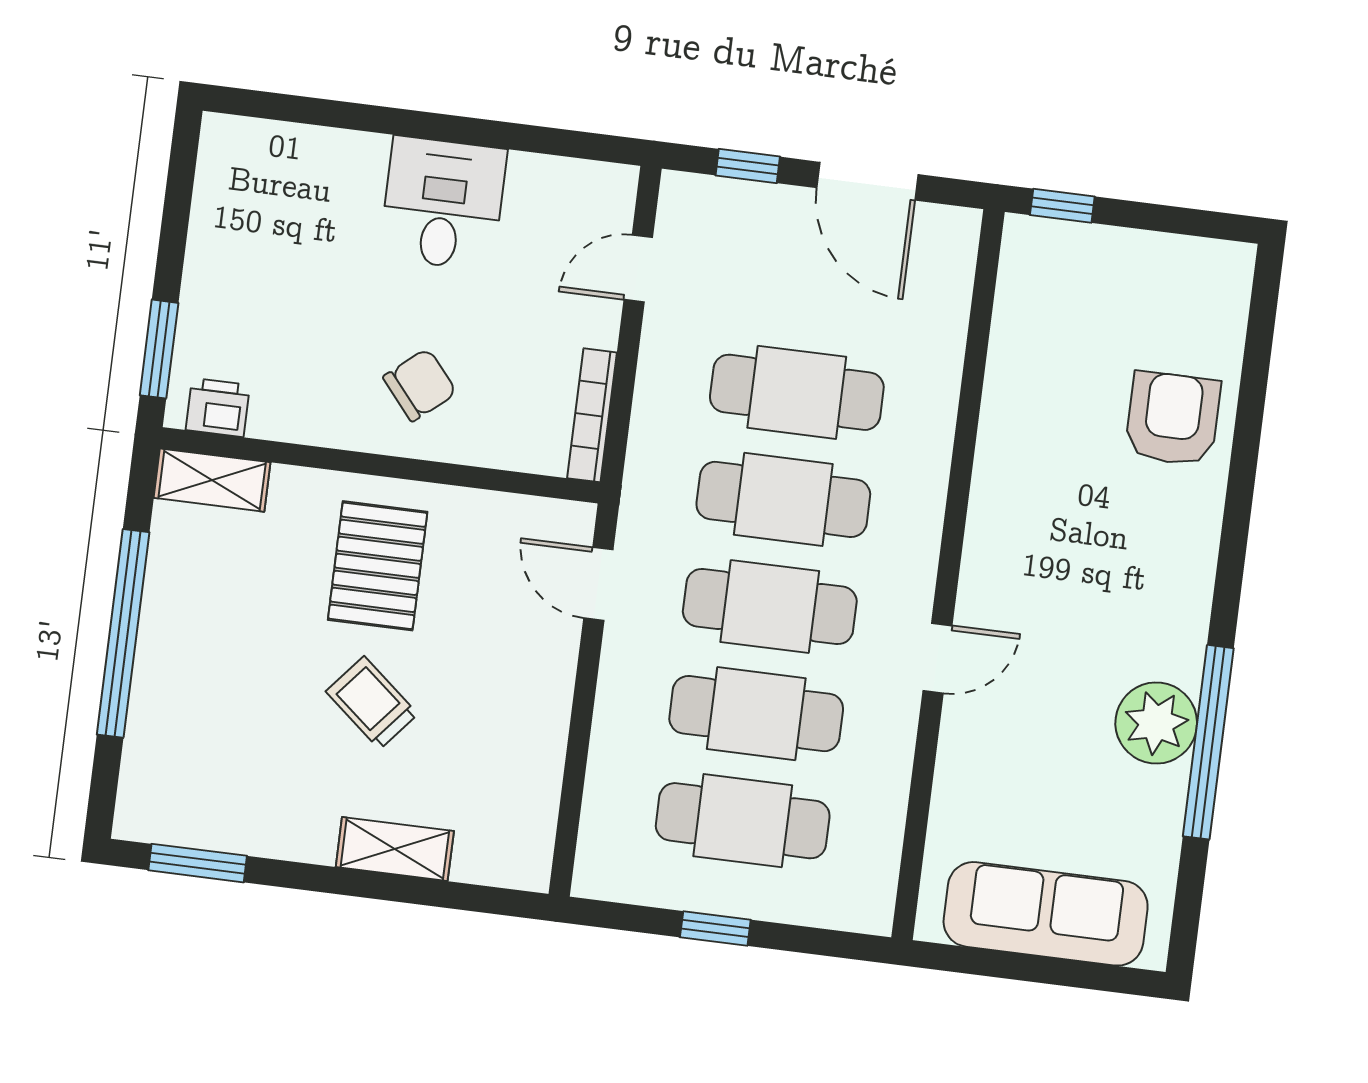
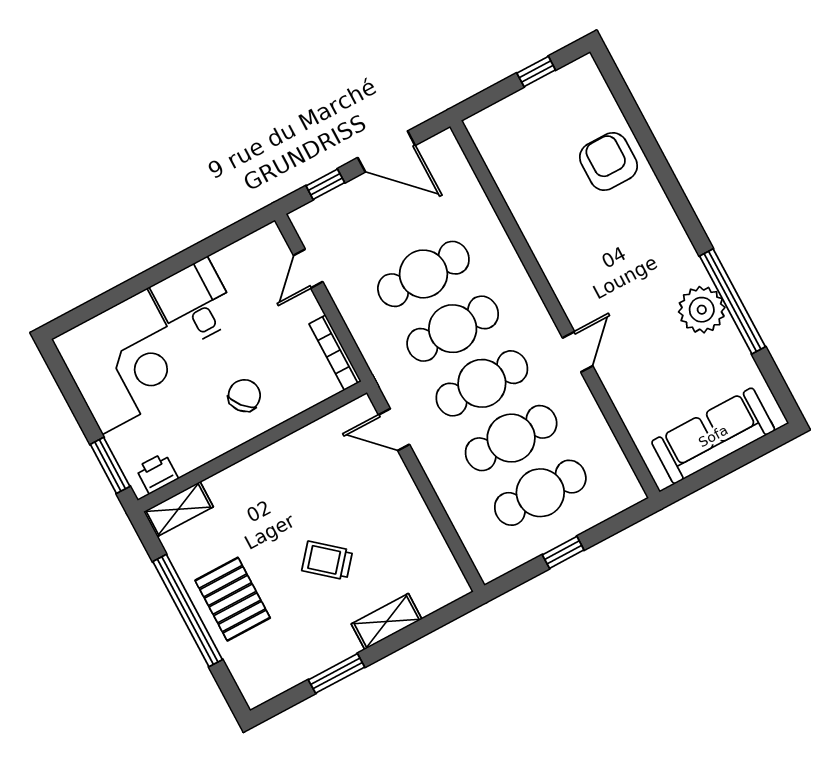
window: (1062, 206) -> (536, 72), moved
corner desk: (284, 216) -> (125, 361), added
pallet: (378, 566) -> (233, 599), moved
window: (198, 863) -> (336, 673), moved

